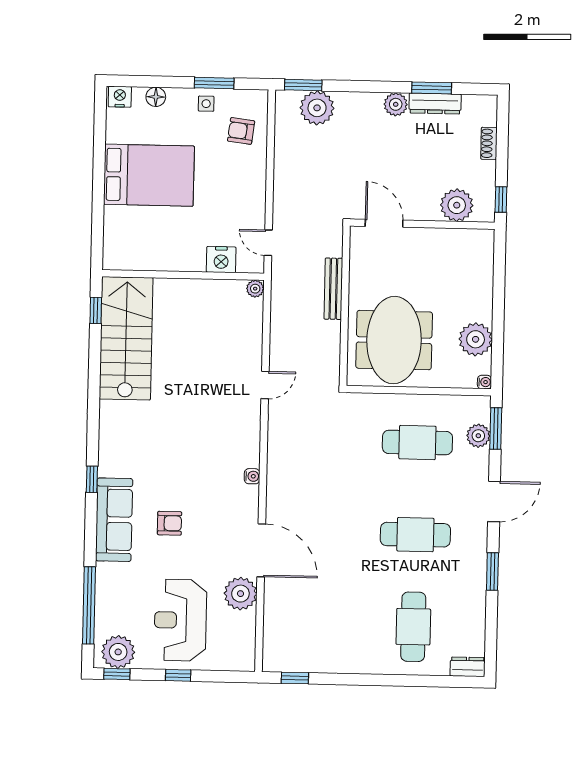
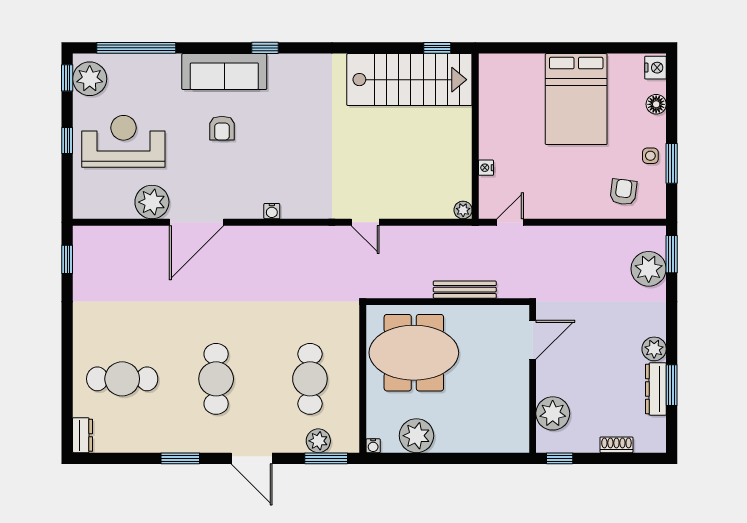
nightstand: (221, 260) -> (486, 168), width x0.53, depth x0.56

